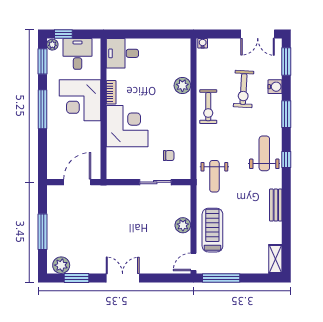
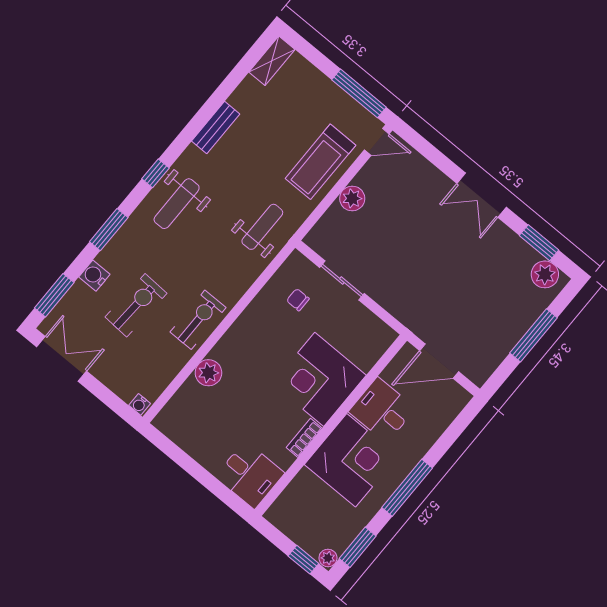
desk: (78, 54) -> (382, 410), moved, turned 90

